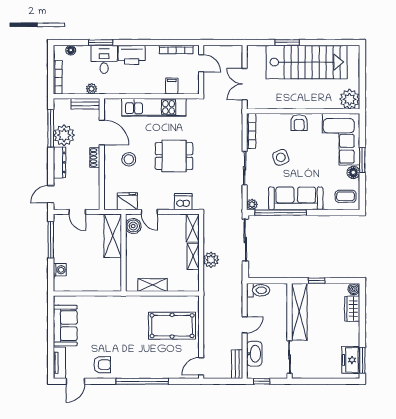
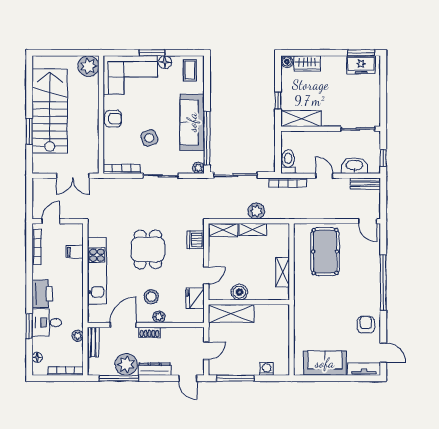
plant: (110, 167) -> (159, 317), added
boiler: (133, 226) -> (239, 292), moved
bookcase: (238, 290) -> (288, 183), added
shelving: (299, 312) -> (301, 119), width x0.68

